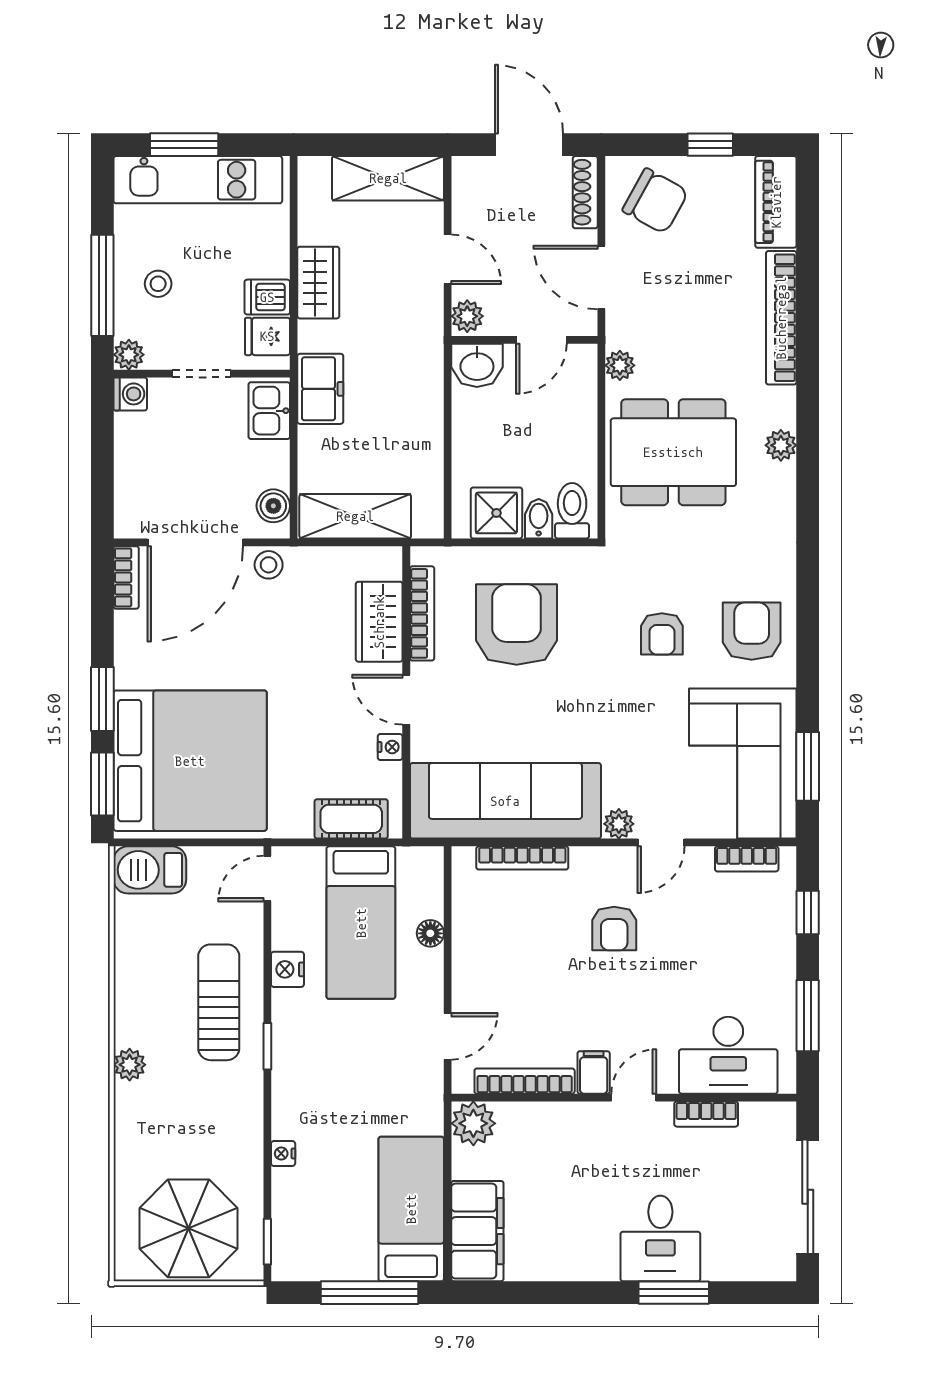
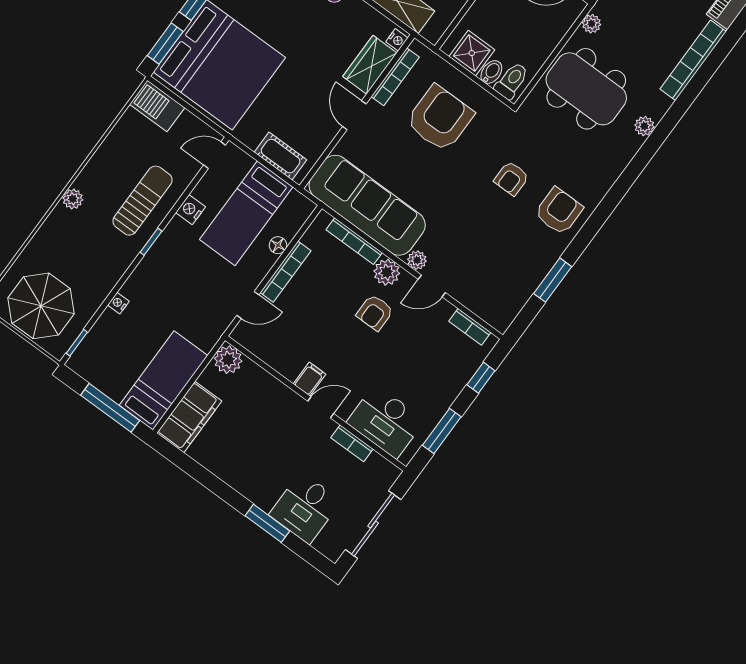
nightstand: (390, 747) -> (397, 40), moved
corner sofa: (743, 764) -> (504, 276), removed
window: (808, 766) -> (553, 280), moved
plant: (592, 867) -> (387, 272), added
bookcase: (525, 1081) -> (285, 272), moved, turned 90
desk: (660, 1238) -> (305, 508), moved

